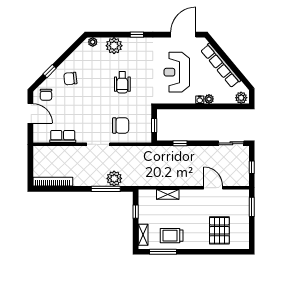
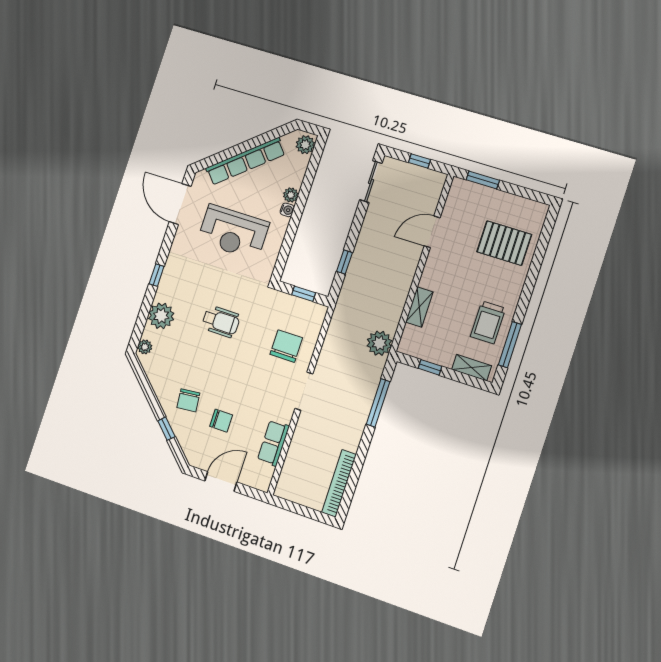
chair: (46, 95) -> (221, 421), moved
plant: (114, 178) -> (379, 343), moved

